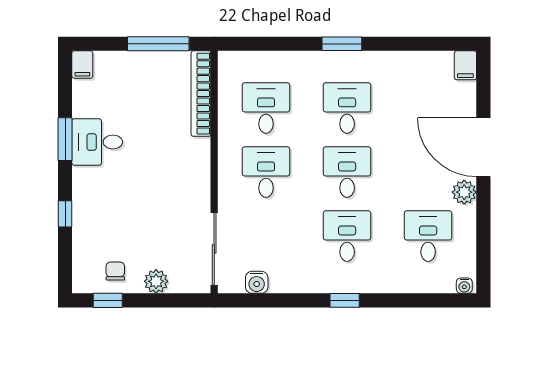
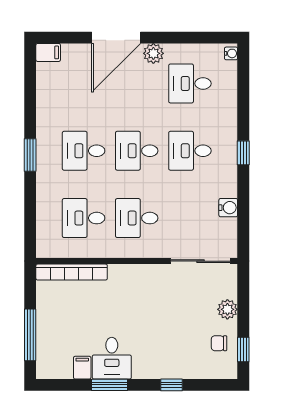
window: (158, 44) -> (30, 335), moved
filing cabinet: (82, 65) -> (82, 368), moved, turned -90
water cooler: (257, 282) -> (228, 208), moved

